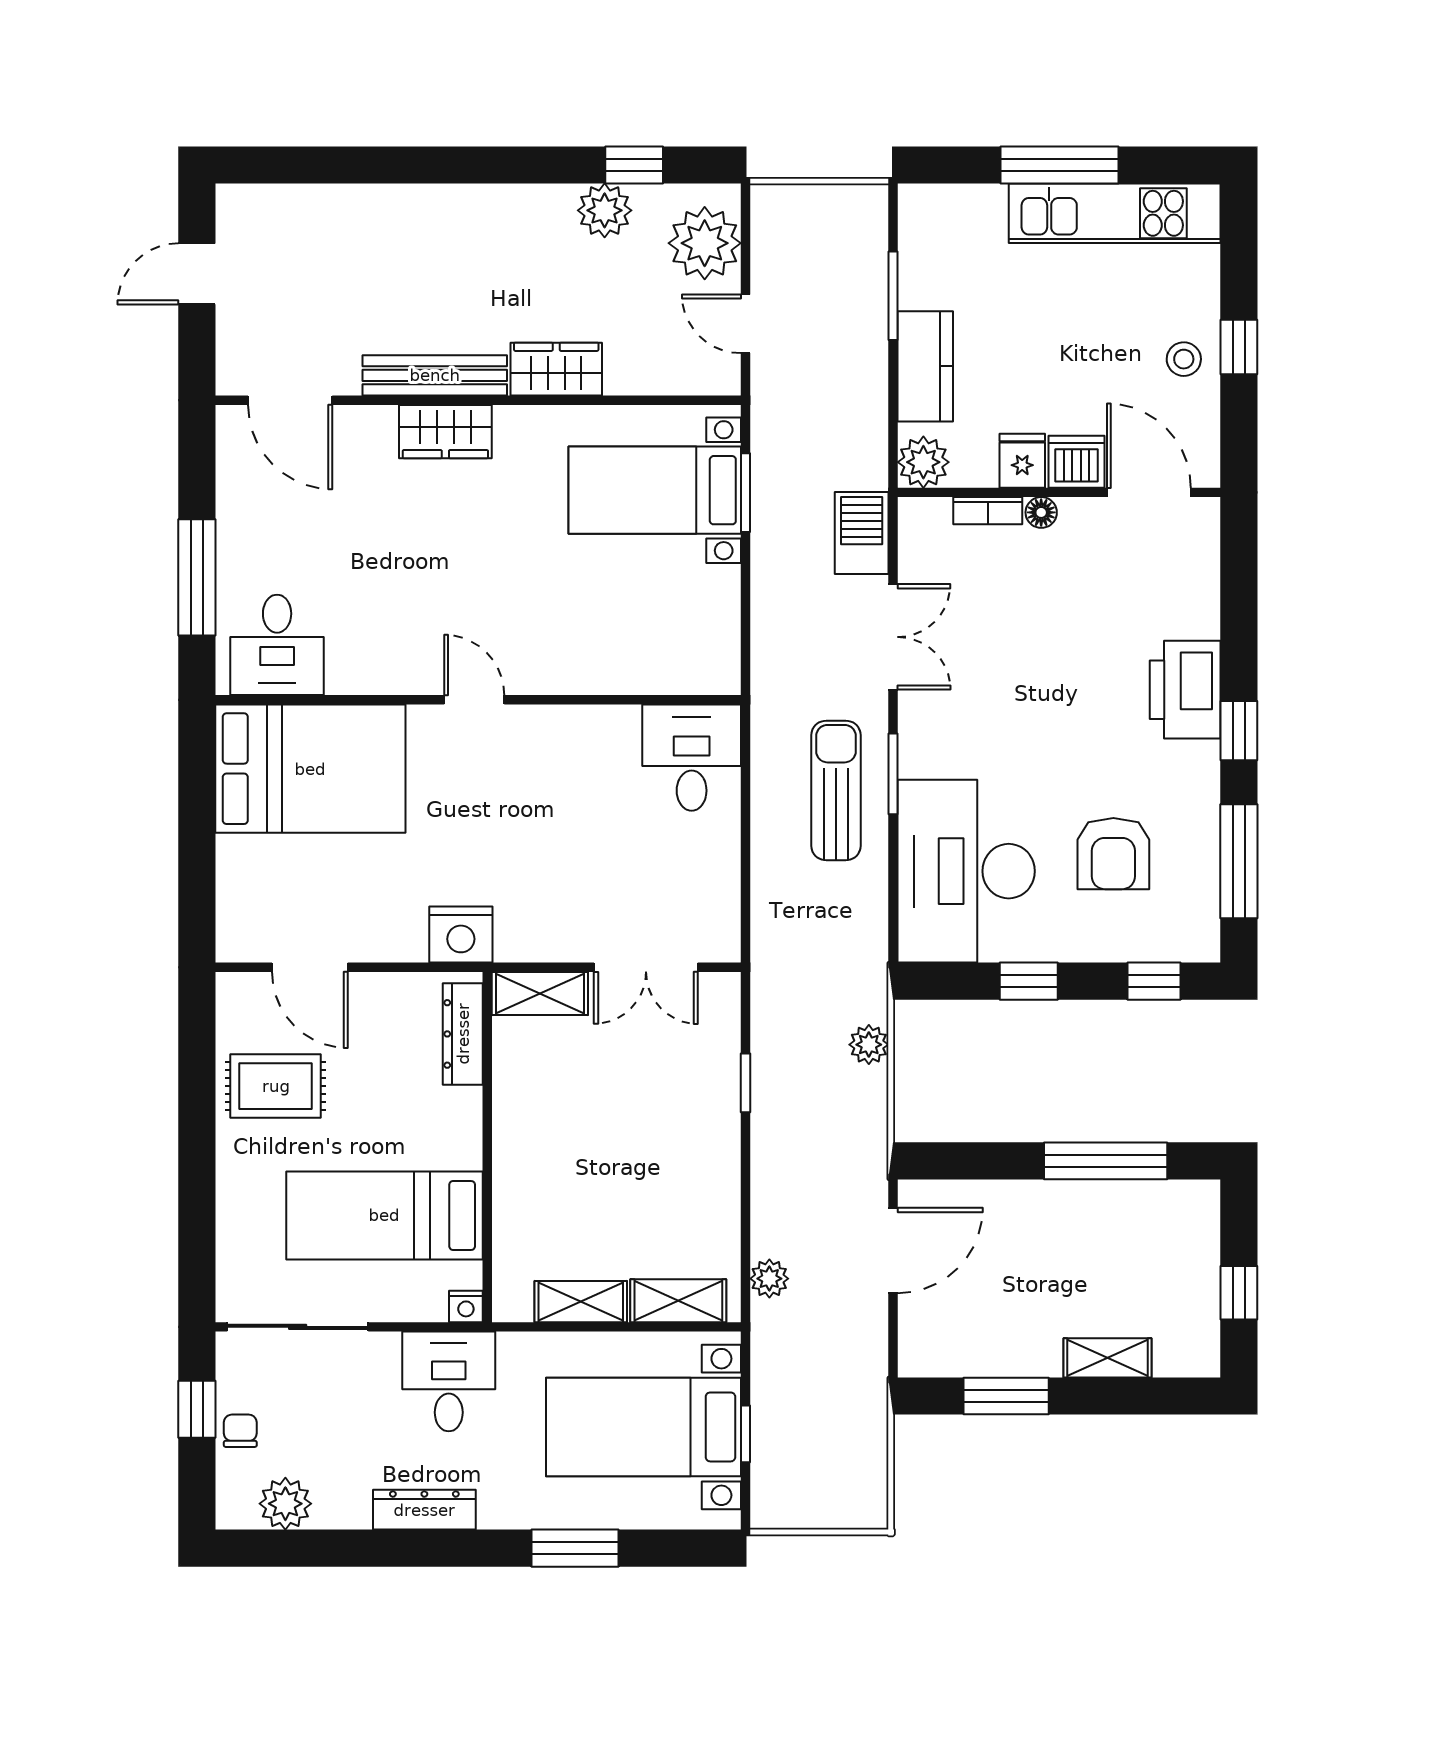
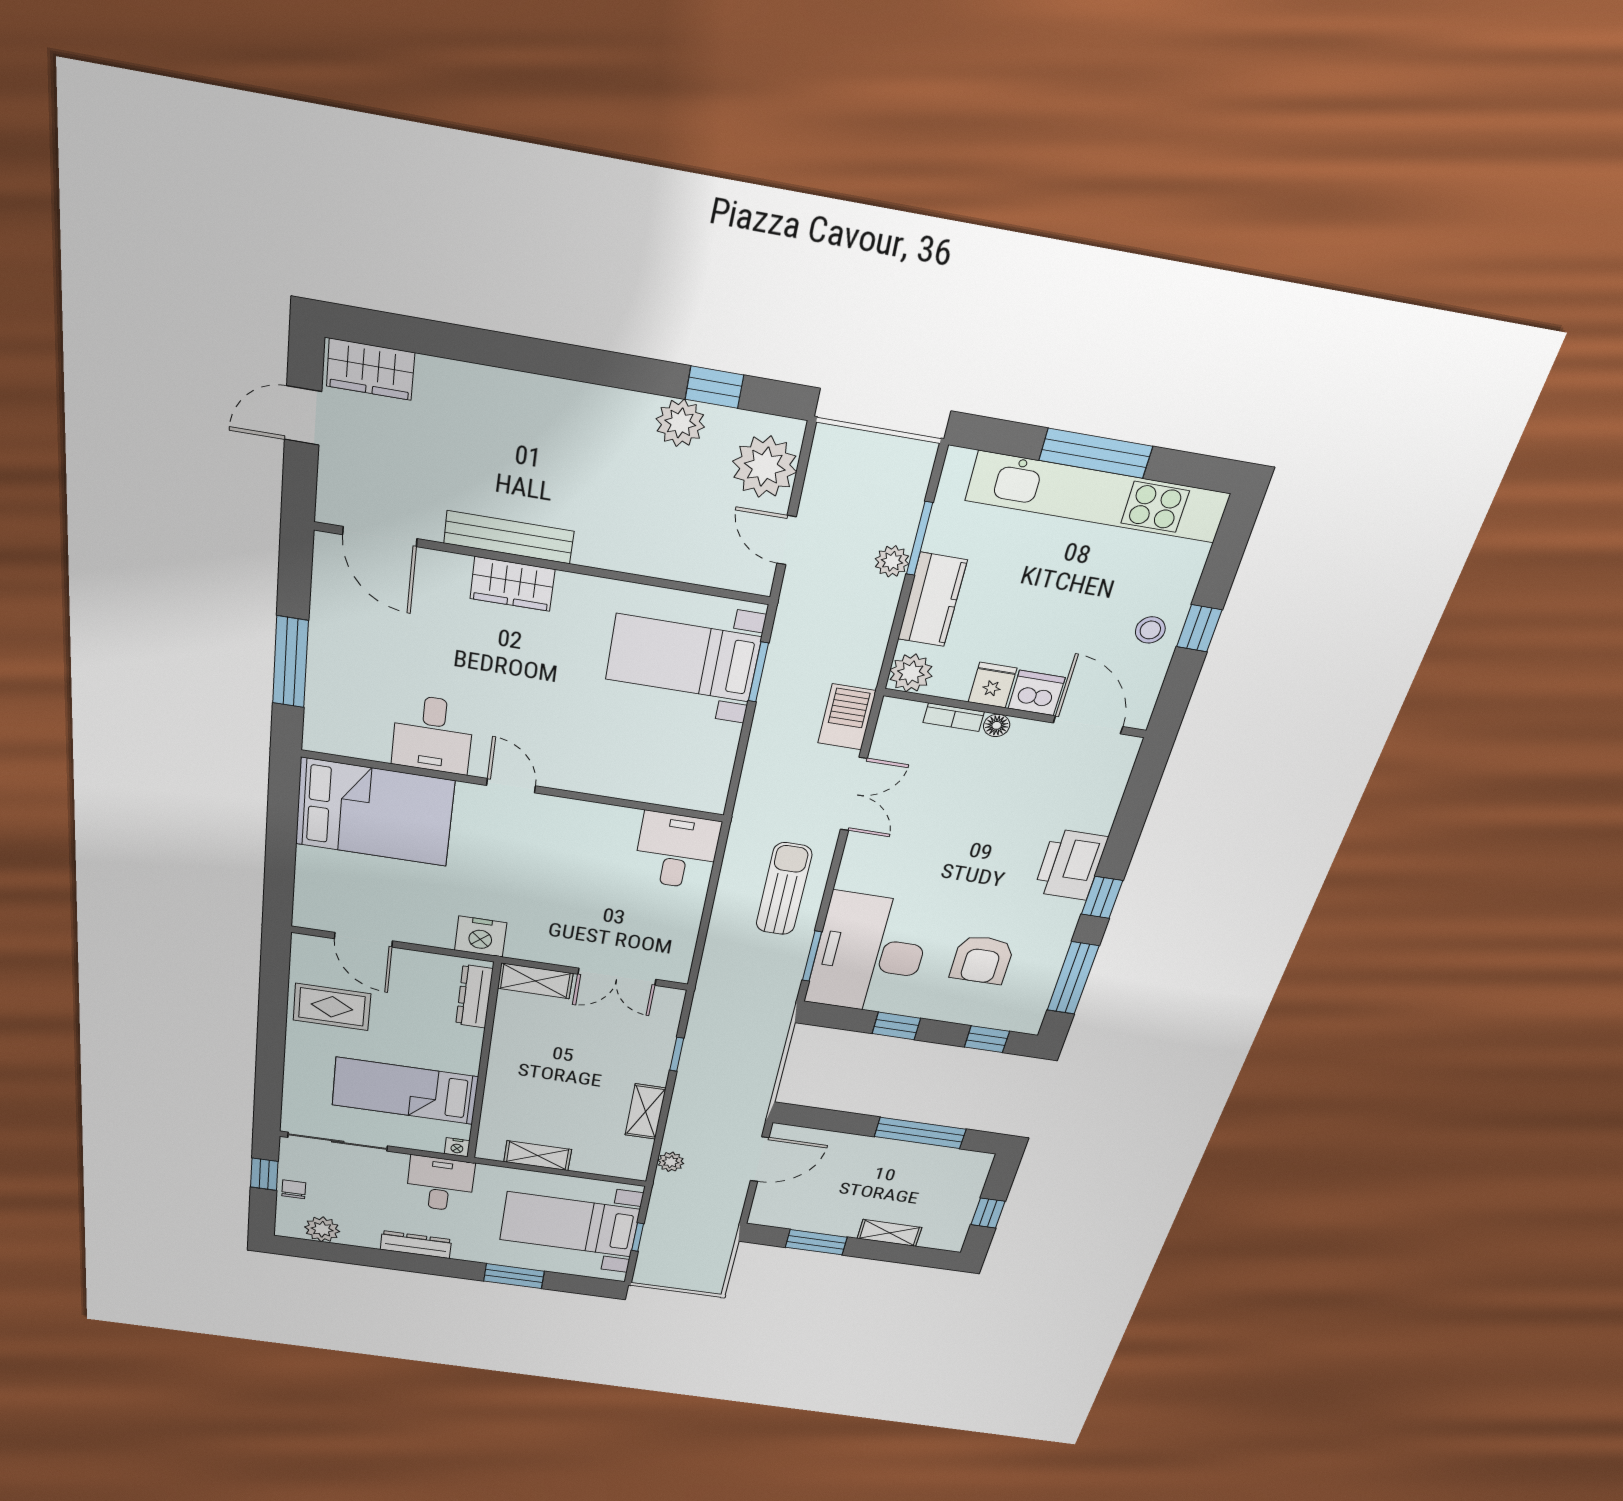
kitchen unit: (1115, 213) -> (1098, 497), width x1.36
wardrobe: (556, 369) -> (370, 369), moved, turned 180
desk: (277, 645) -> (433, 734), moved
window: (893, 774) -> (812, 956), moved
plant: (869, 1045) -> (892, 561), moved
shelving: (678, 1301) -> (645, 1112), moved, turned 90

